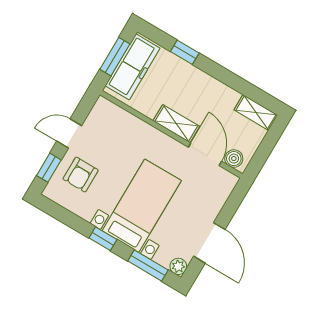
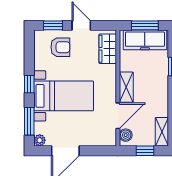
wardrobe: (116, 118) -> (108, 49), added
window: (267, 146) -> (145, 151), added
armchair: (81, 175) -> (60, 47), turned 180

